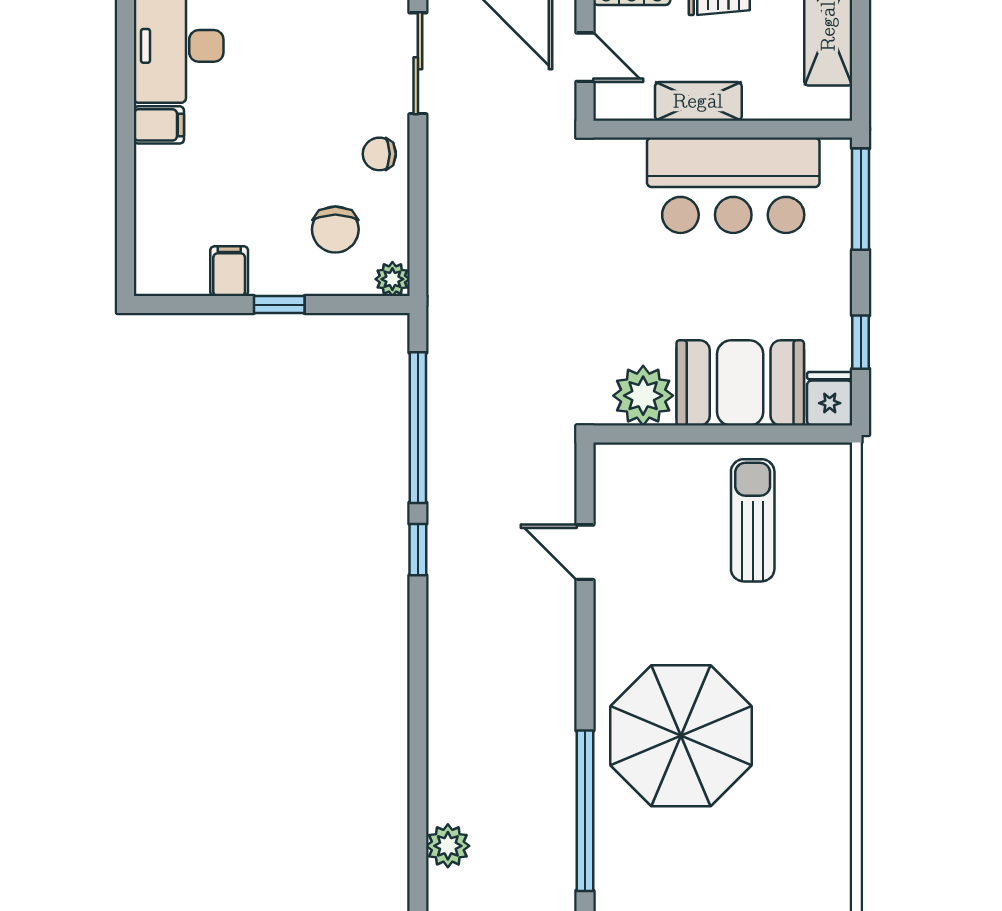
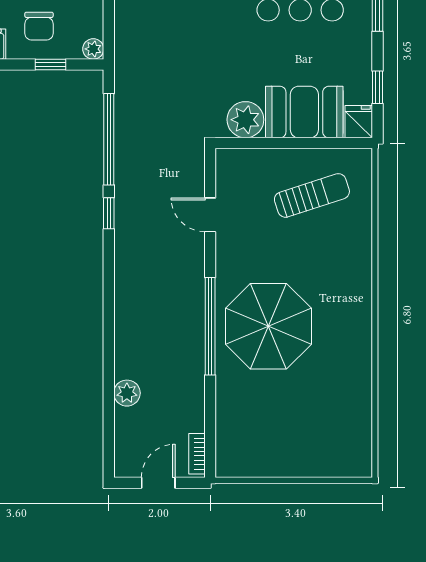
chair: (335, 229) -> (39, 26), moved
window: (279, 305) -> (51, 64), moved
sun lounger: (753, 520) -> (312, 195), turned 72
window: (585, 811) -> (210, 326), moved

